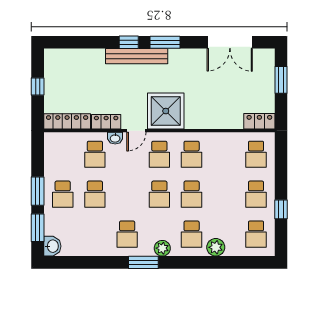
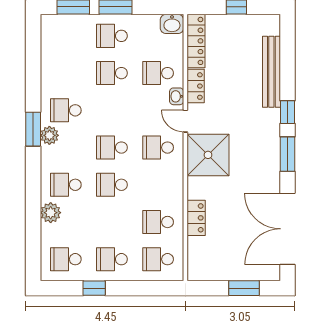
double door: (230, 42) -> (287, 229), width x1.36
bench: (137, 56) -> (271, 72), moved
locker: (259, 121) -> (196, 218), moved
school desk: (192, 154) -> (158, 222), moved
washbasin: (52, 246) -> (172, 24), moved
plant: (162, 248) -> (49, 135), moved

